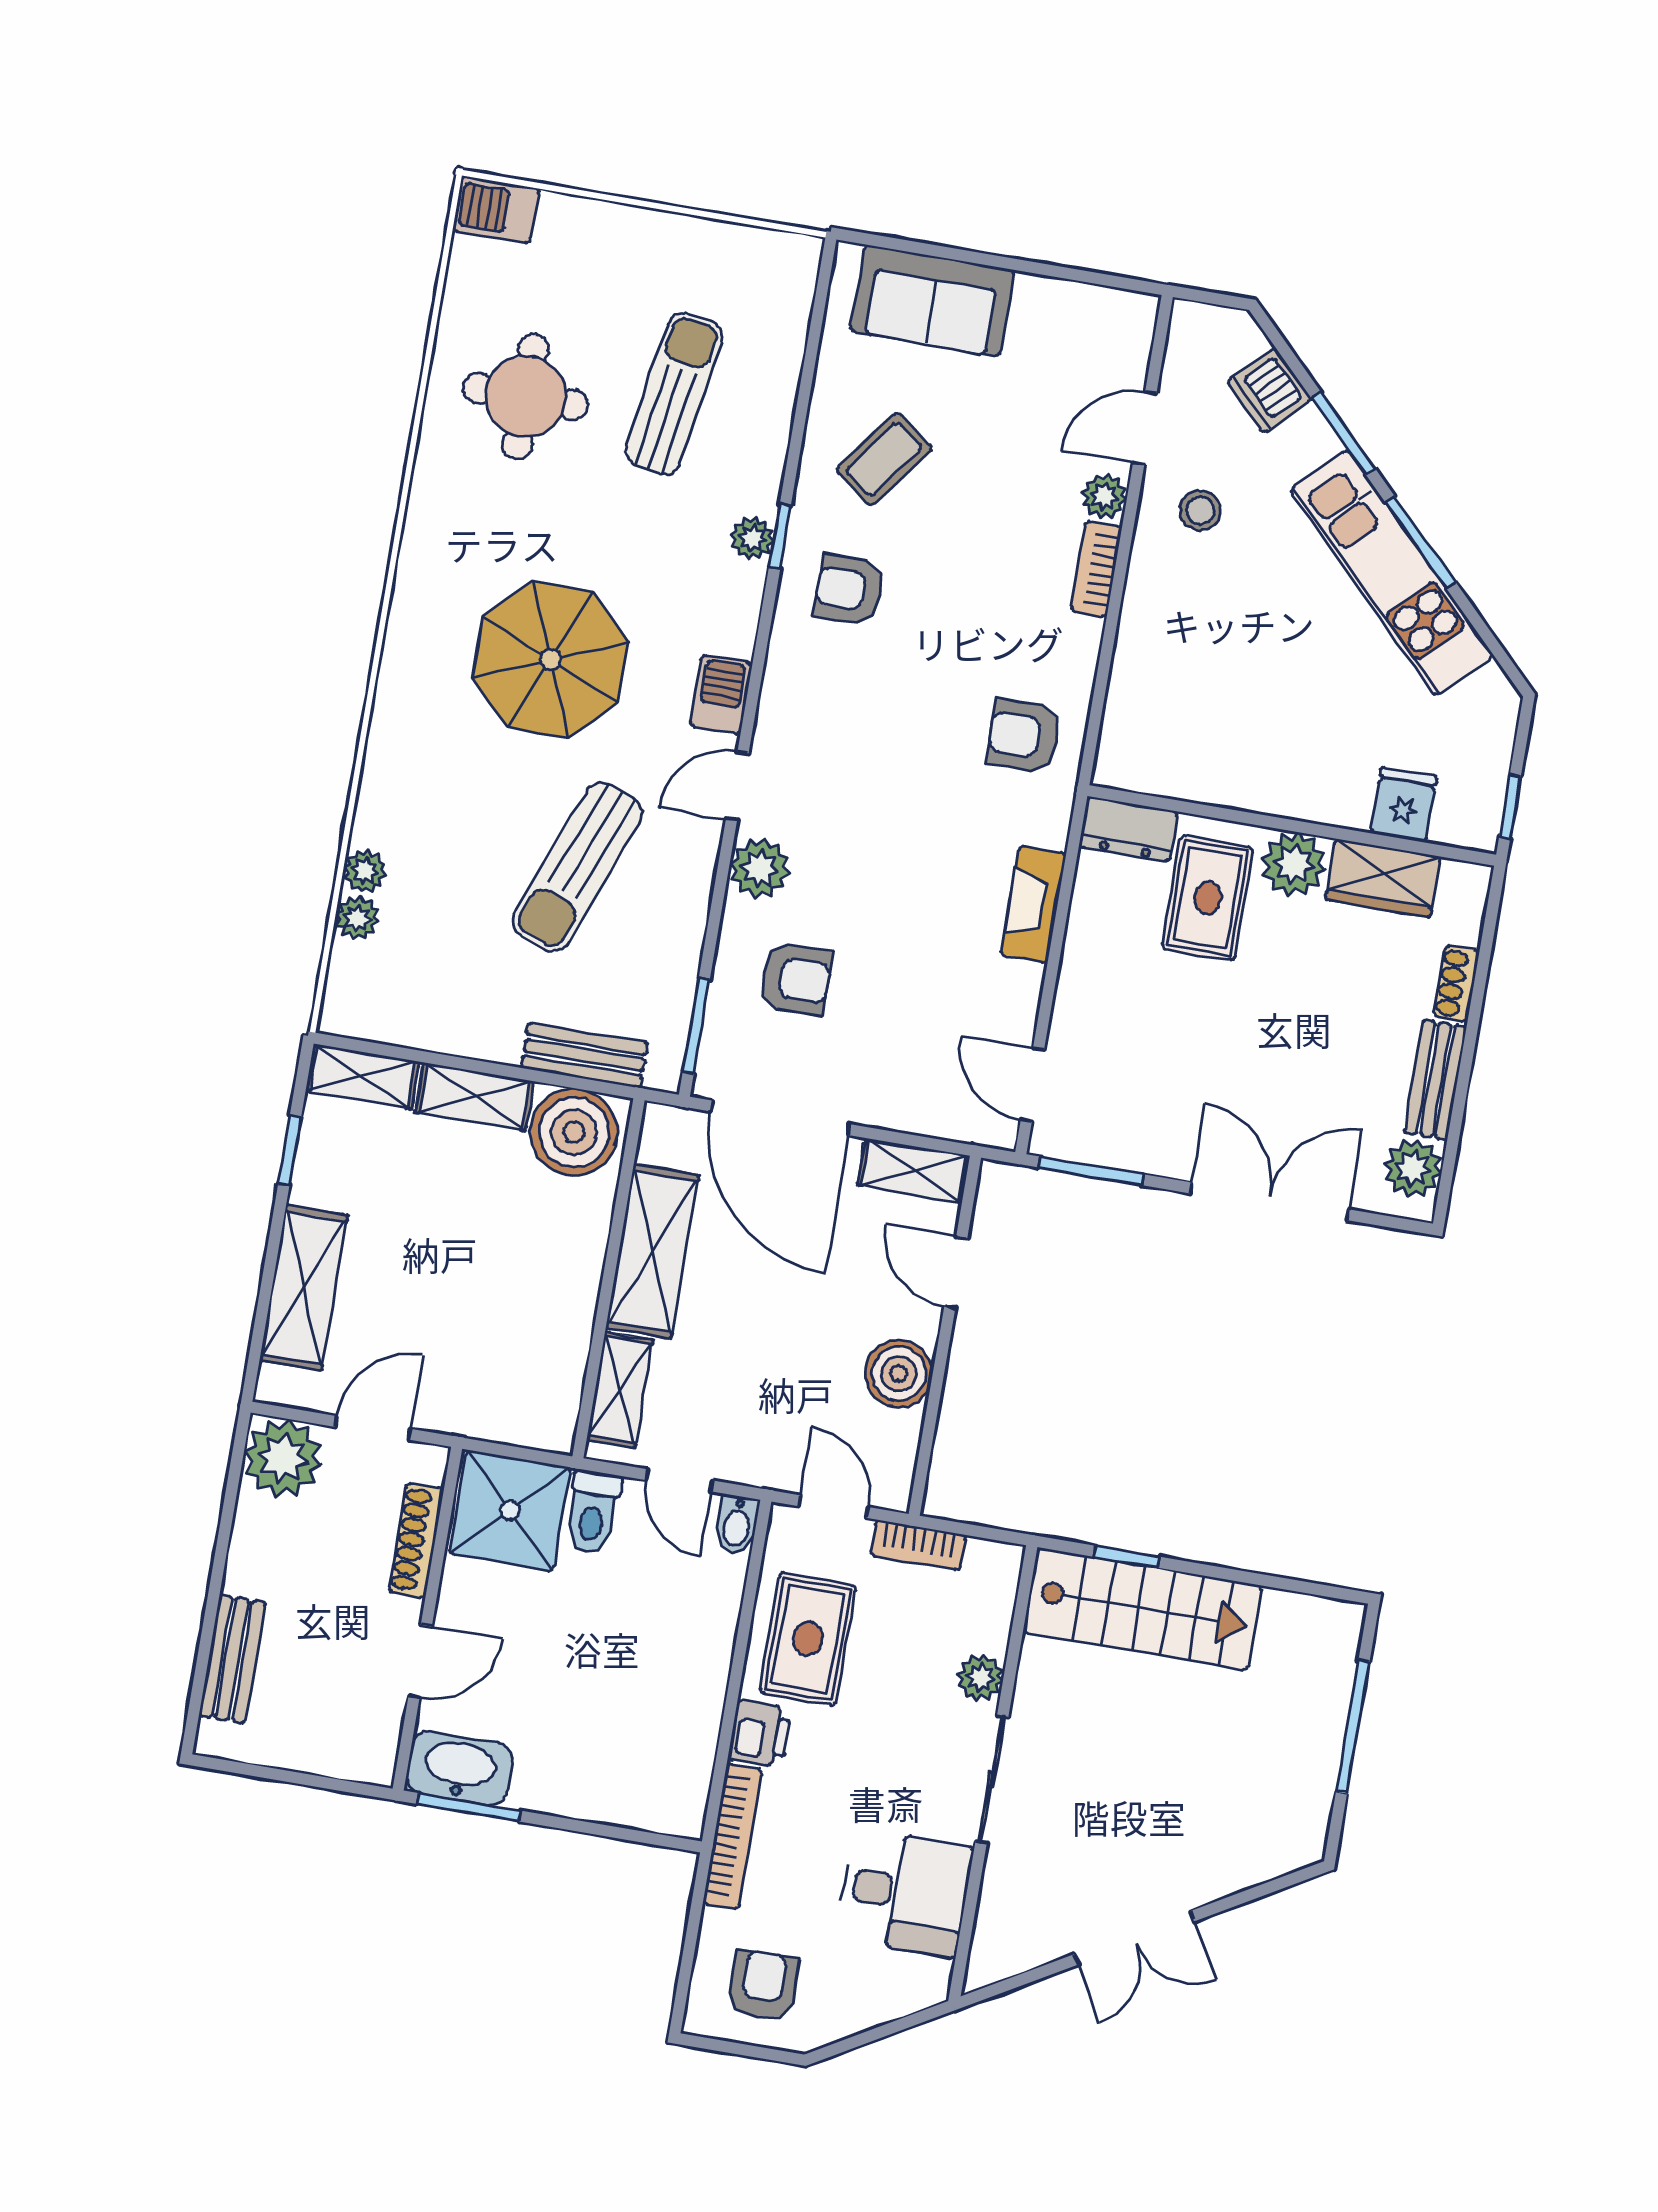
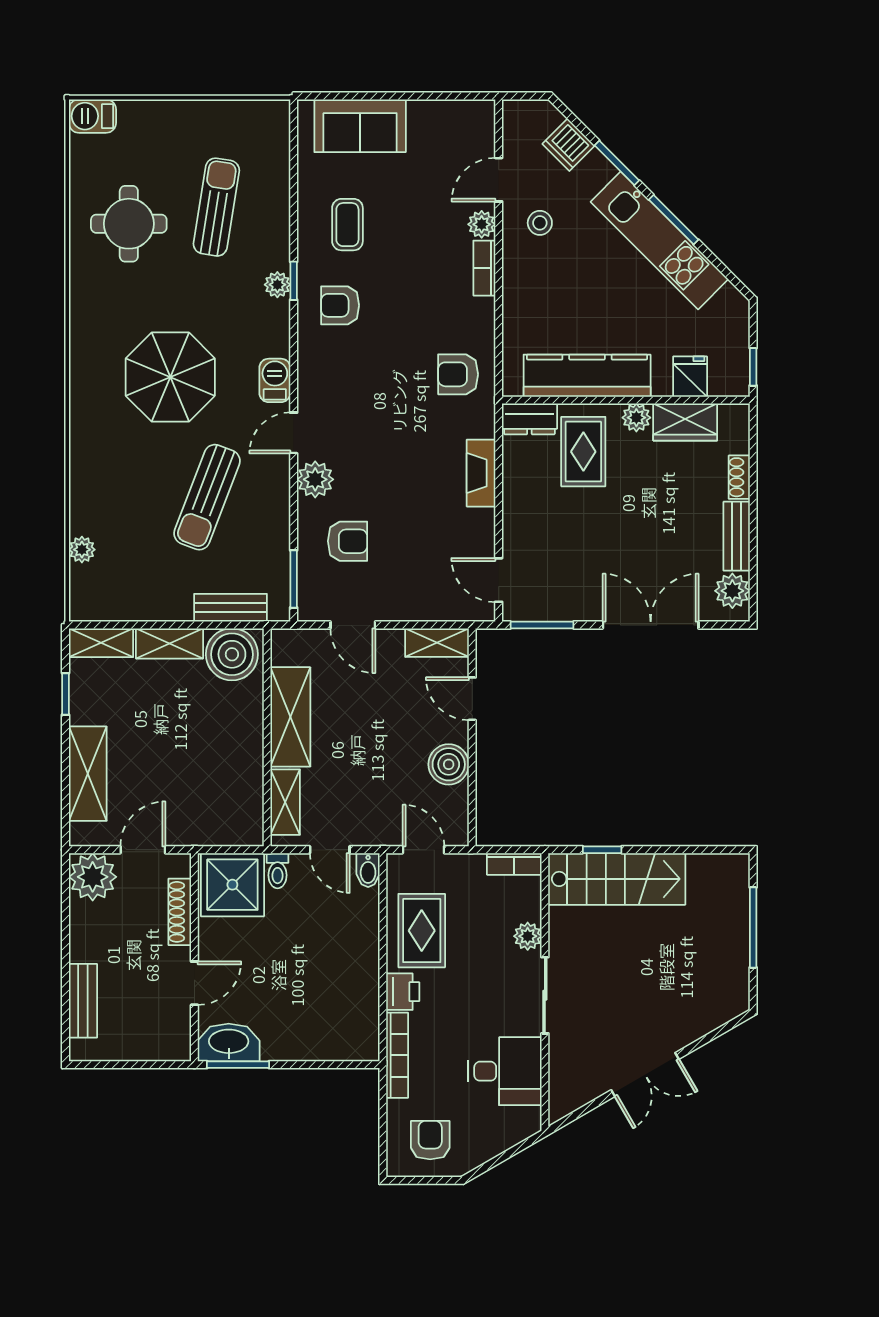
coffee table: (884, 459) -> (347, 225), turned -37
kitchen counter: (1235, 774) -> (587, 376), added
plant: (1294, 864) -> (636, 418), width x0.73, depth x0.73
plant: (365, 871) -> (82, 521), removed
door: (781, 1118) -> (353, 625), width x0.53
toilet: (593, 1512) -> (277, 871), width x0.73, depth x0.72
bookcase: (918, 1545) -> (514, 864), moved

